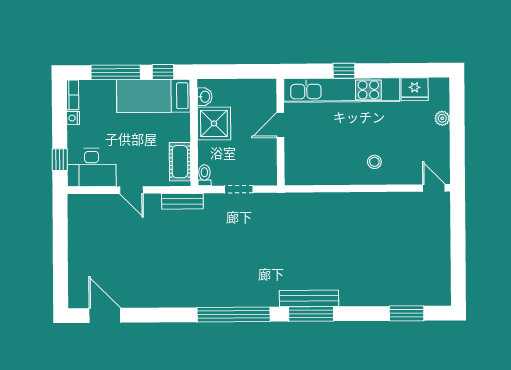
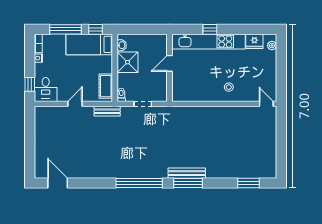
plant: (442, 118) -> (272, 46), moved
desk: (92, 167) -> (46, 89), width x0.73
door: (131, 190) -> (75, 104), swing flipped

